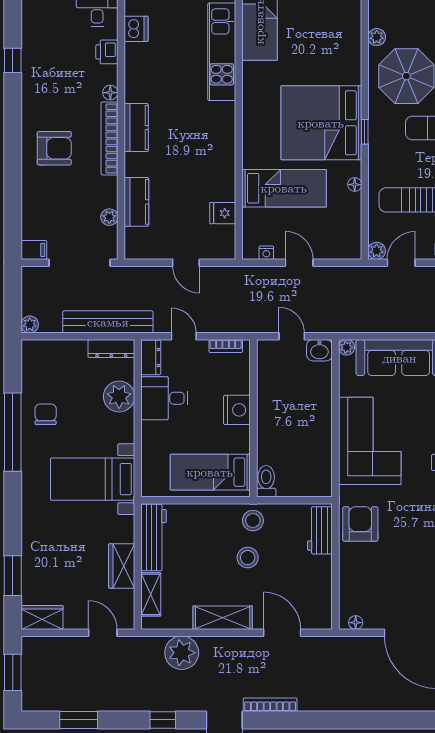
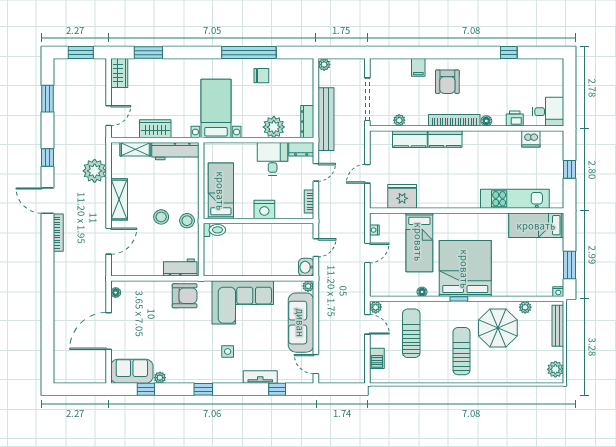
kitchen counter: (136, 128) -> (445, 139), moved
fridge: (223, 213) -> (402, 196), width x1.88, depth x1.34
filing cabinet: (34, 250) -> (418, 67), moved

